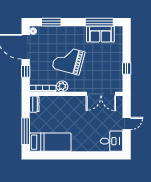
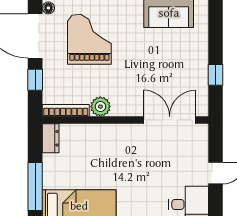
grand piano: (68, 60) -> (89, 39), moved, turned 75
double door: (101, 94) -> (170, 120), swing flipped

